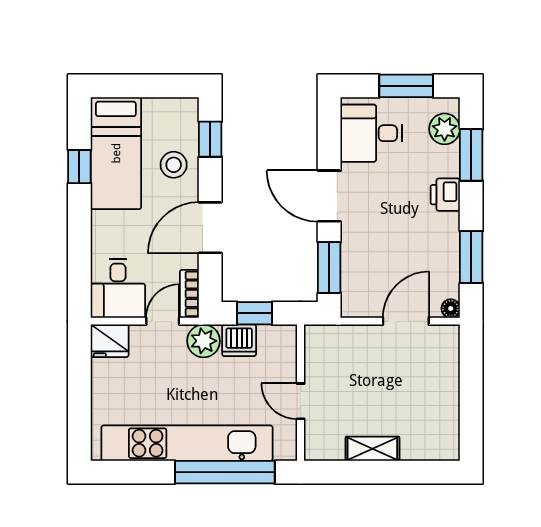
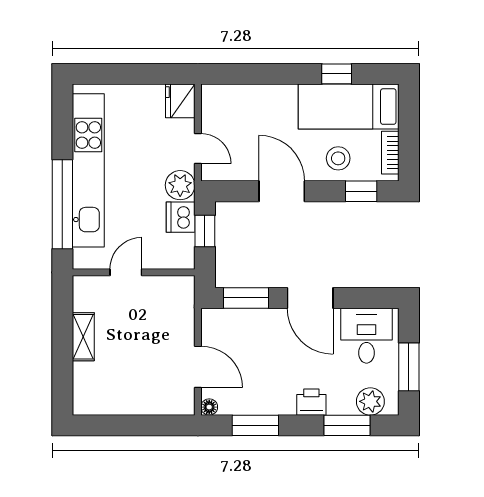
door: (329, 196) -> (310, 298), swing flipped
desk: (118, 288) -> (227, 108), removed
bookcase: (189, 294) -> (390, 153), moved, turned -90

